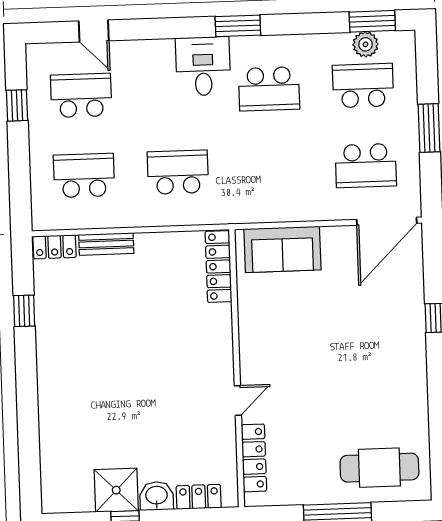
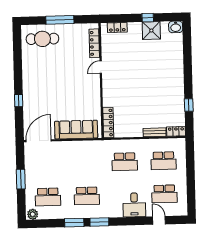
window: (372, 21) -> (74, 223), moved
plant: (366, 44) -> (33, 214), moved
desk: (203, 66) -> (134, 205), moved
school desk: (269, 89) -> (87, 196), turned 180
window: (17, 105) -> (191, 190), removed
school desk: (366, 166) -> (47, 164), removed
sofa: (282, 249) -> (76, 130), width x1.36
washbasin: (157, 496) -> (176, 27), moved

